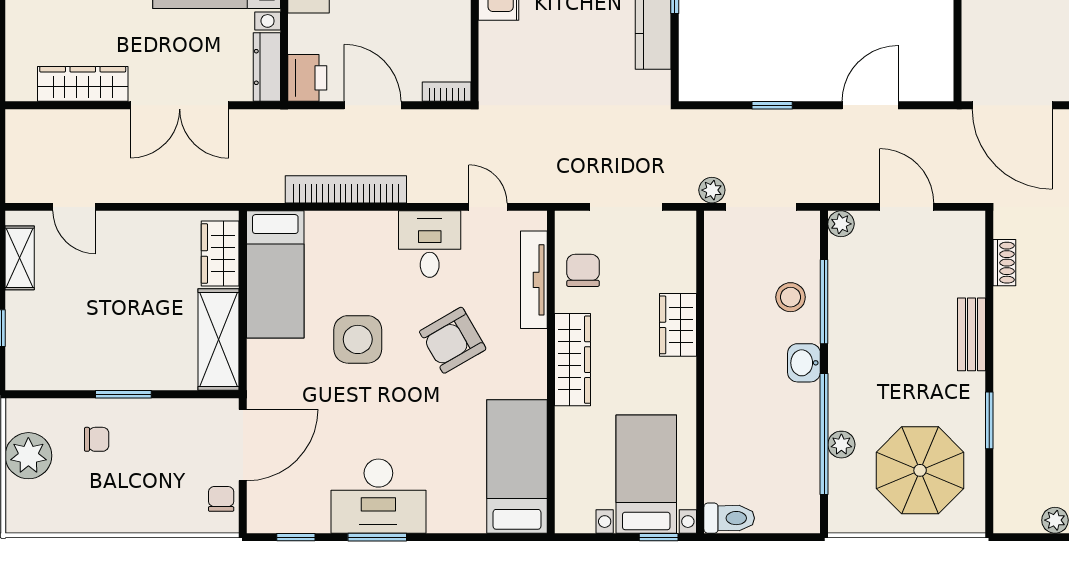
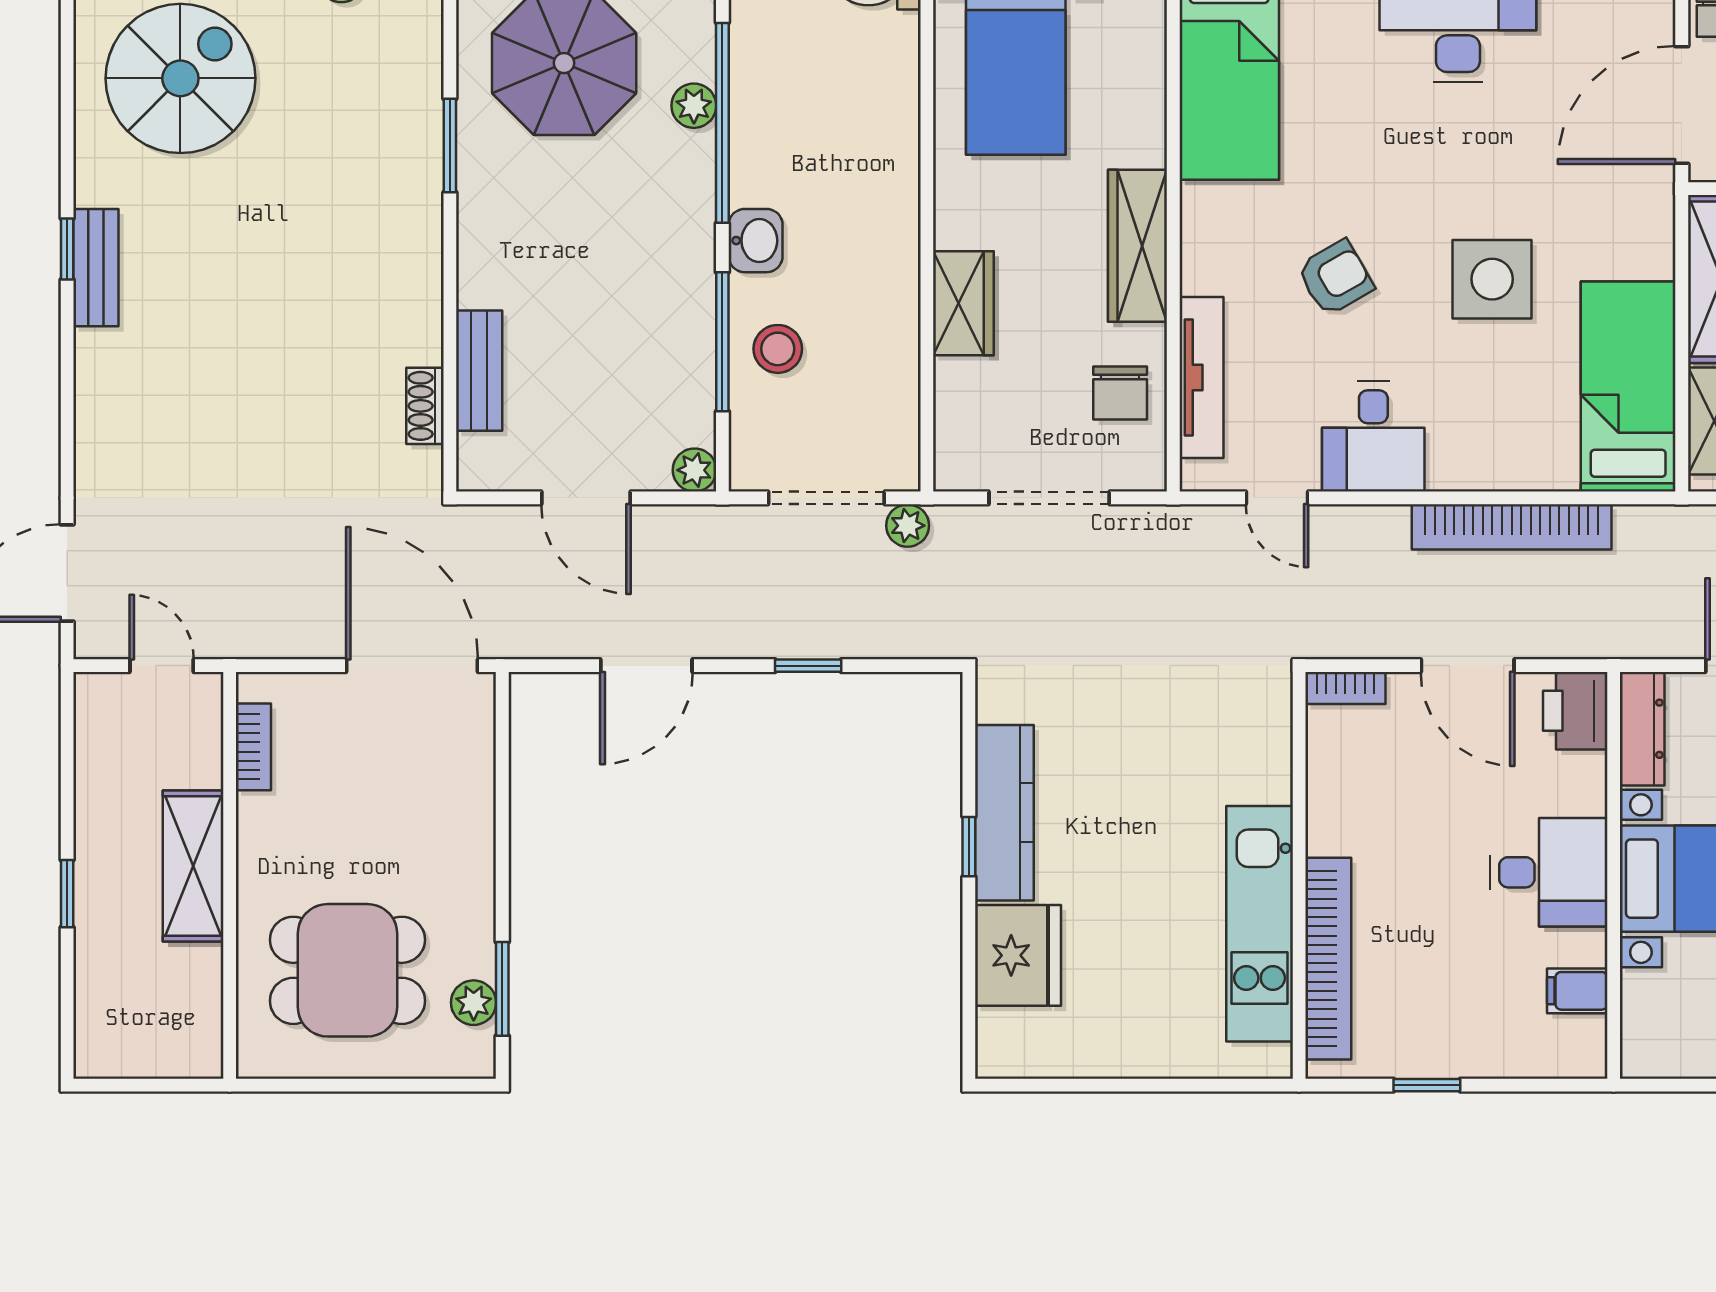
bench: (971, 334) -> (479, 371), moved
armchair: (453, 340) -> (1335, 278), width x0.72, depth x0.72

